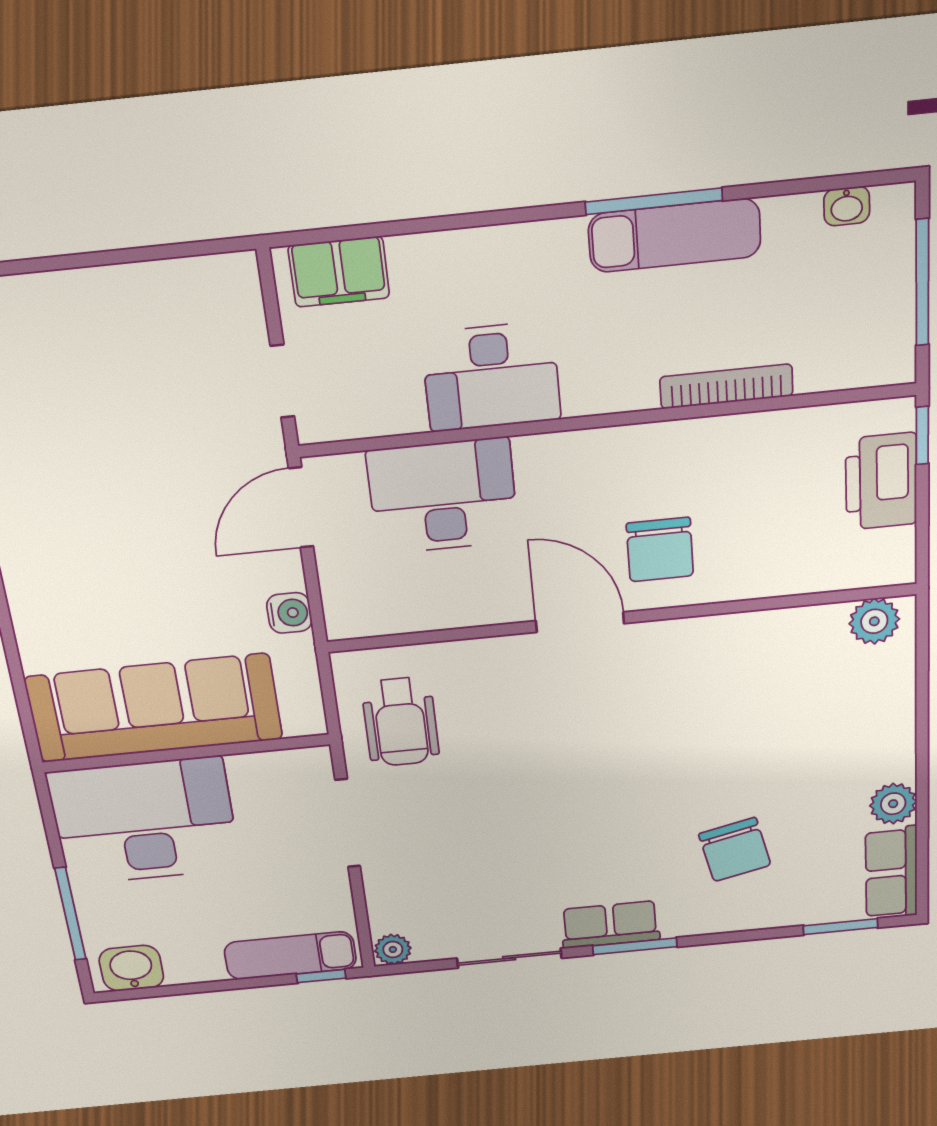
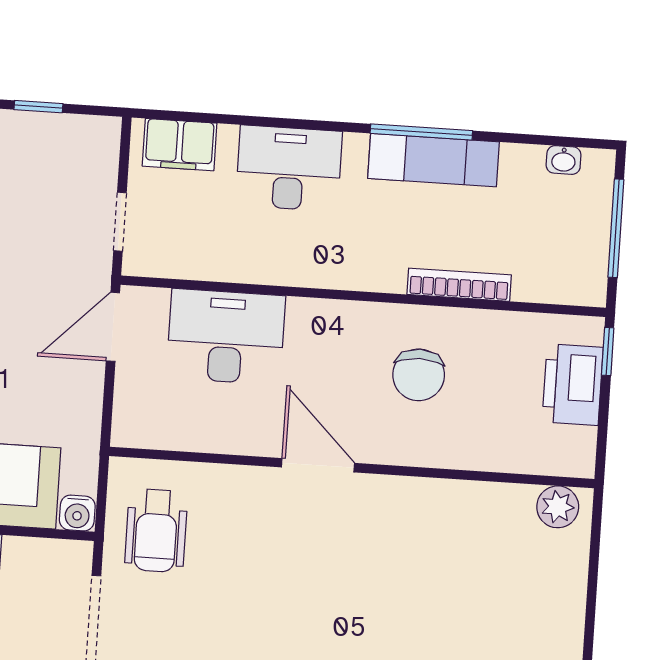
window: (144, 254) -> (38, 107), added
desk: (491, 377) -> (289, 168), moved, turned 180
chair: (660, 550) -> (419, 375), moved
water cooler: (289, 613) -> (77, 513), moved, turned 90

